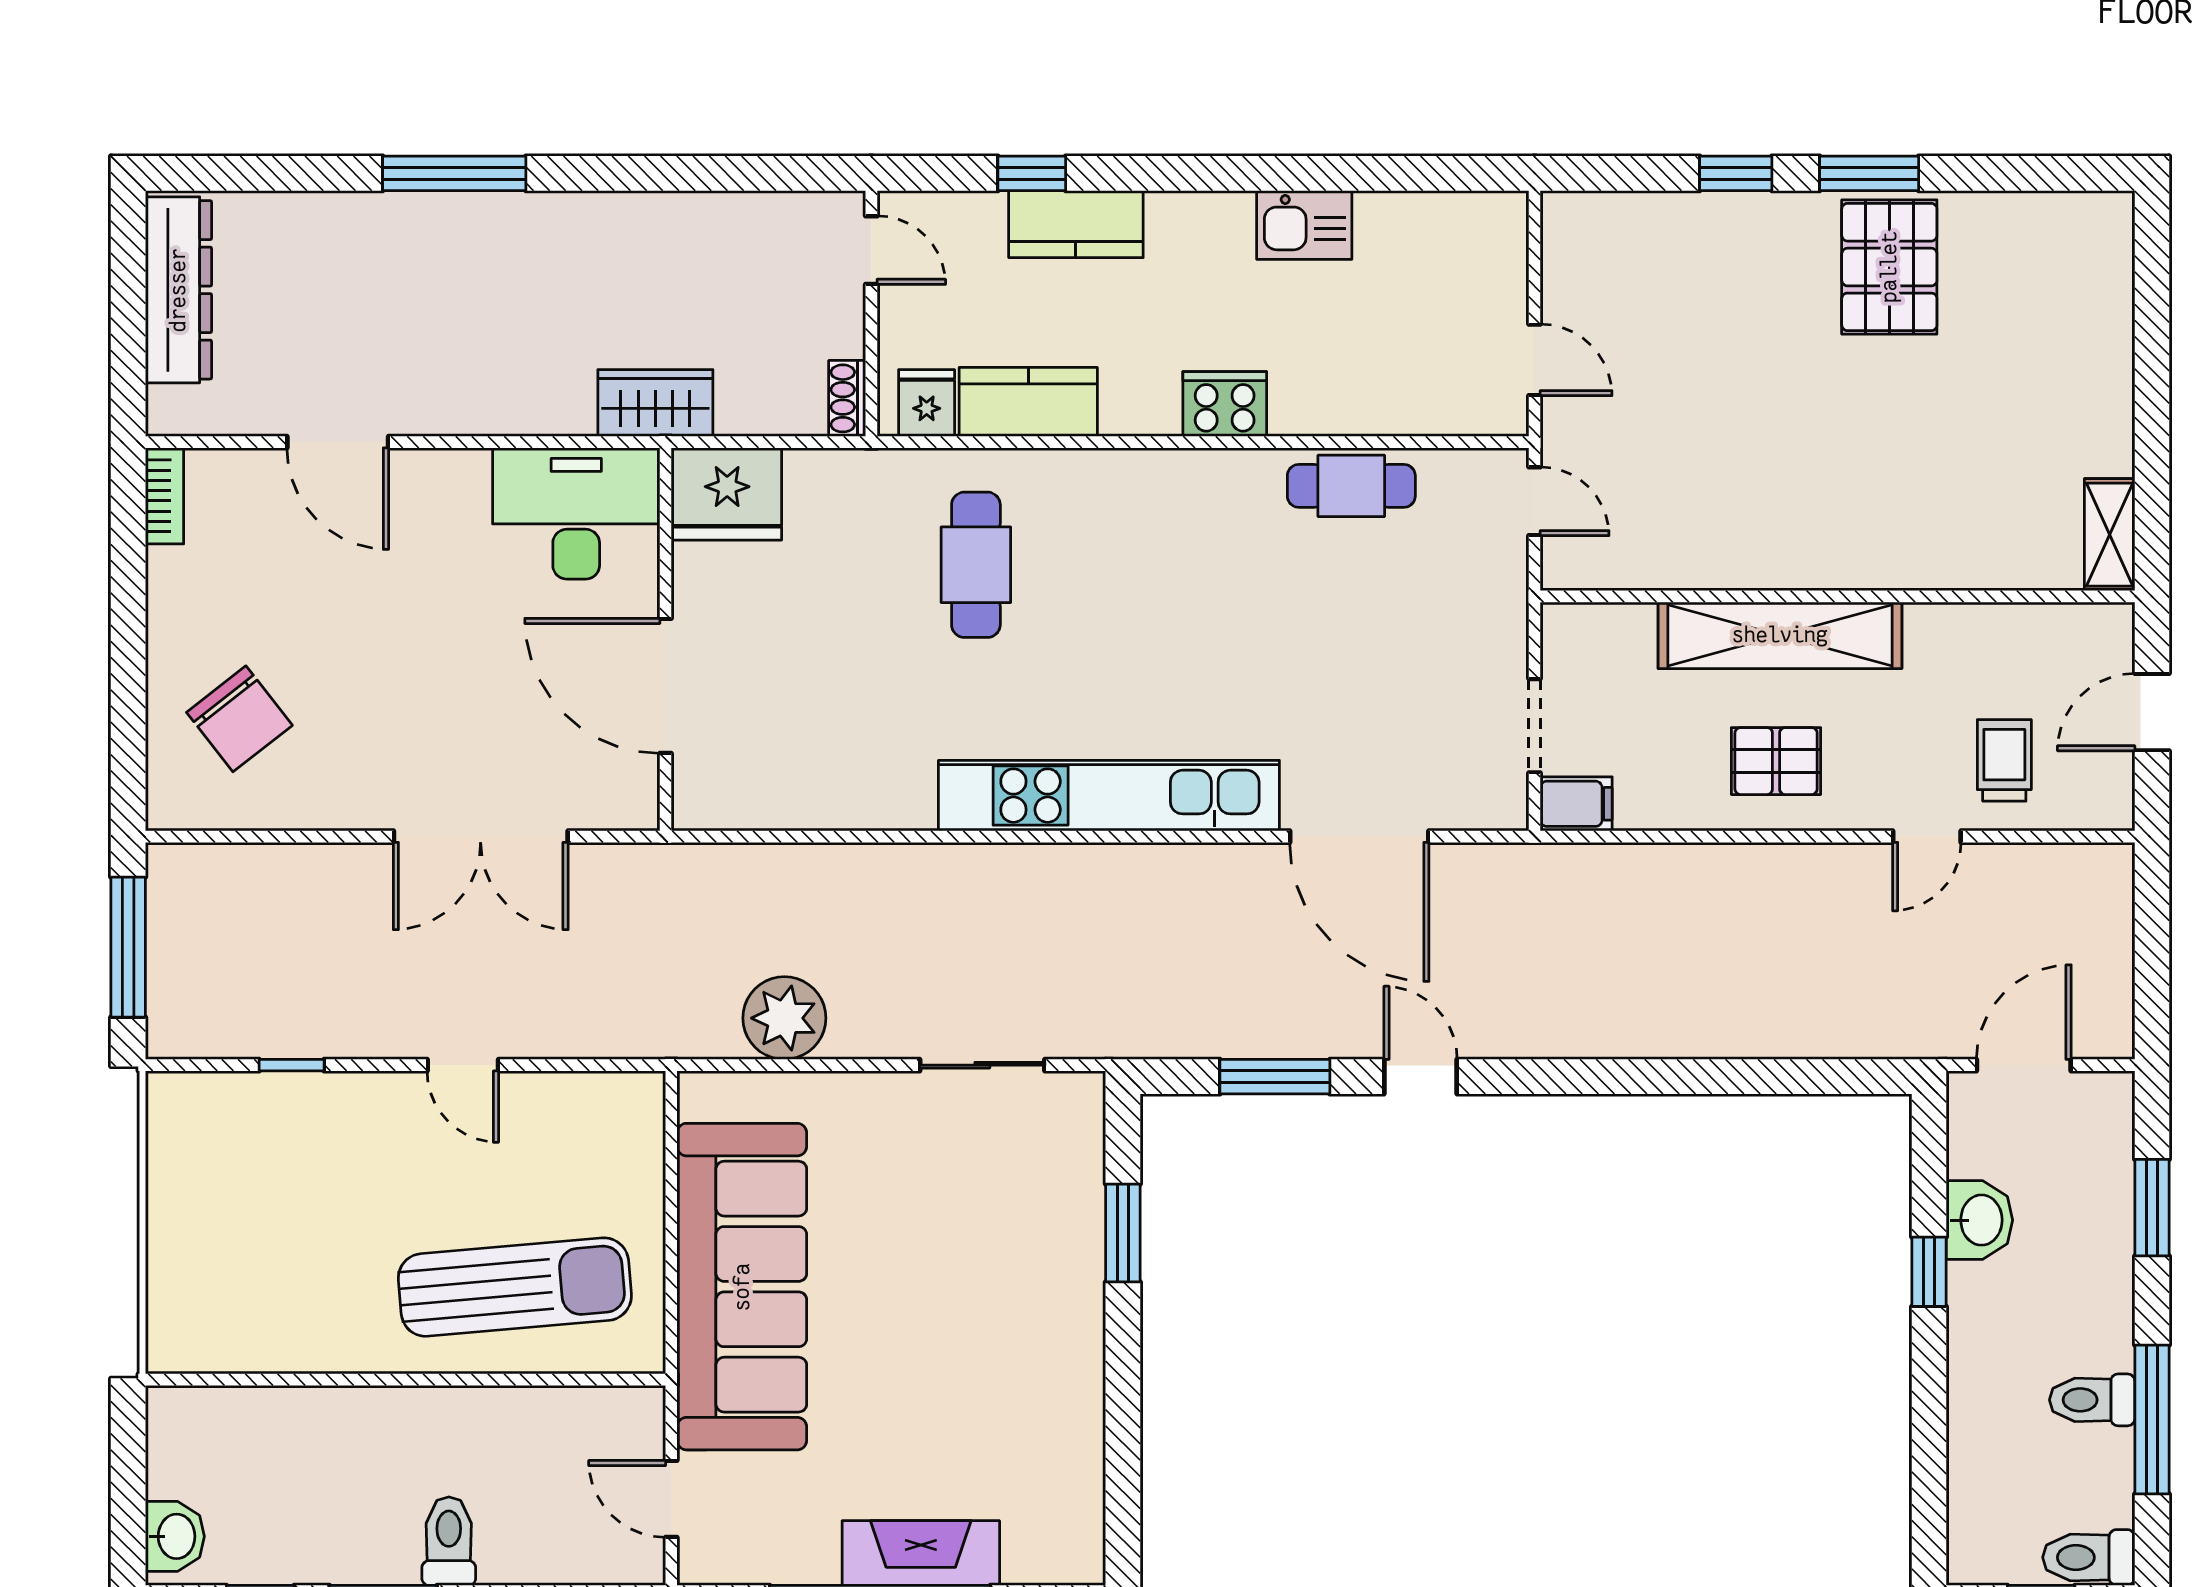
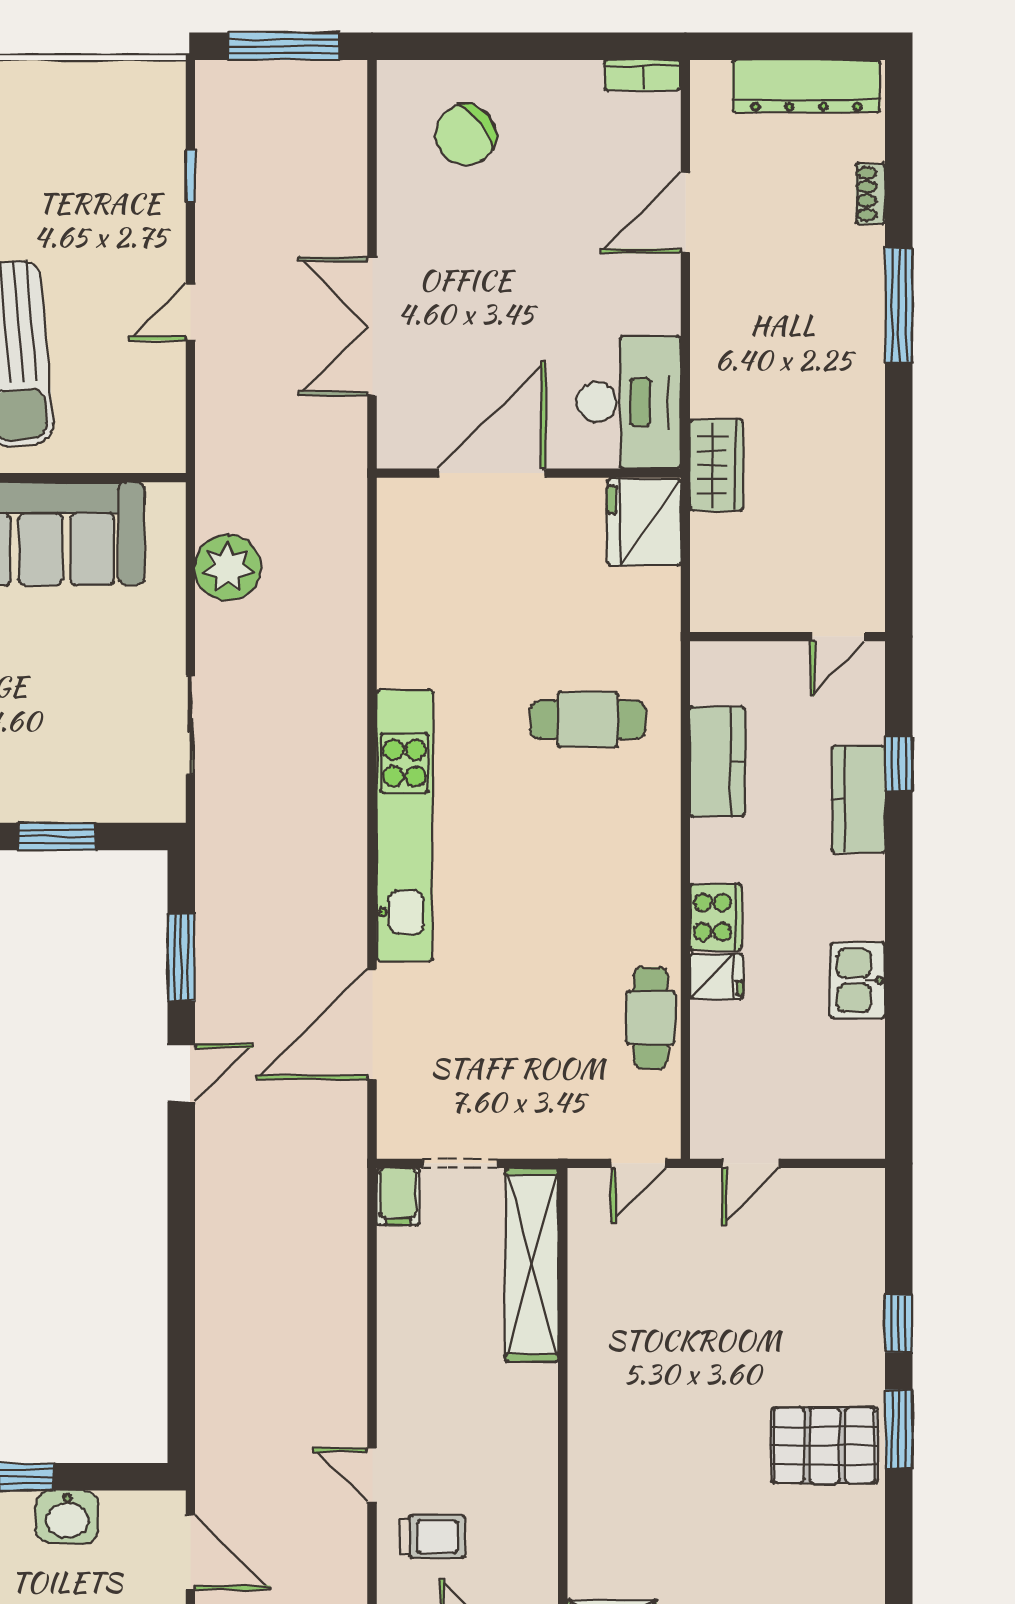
shoe rack: (847, 398) -> (871, 194), moved, turned -90
fridge: (927, 403) -> (716, 976), moved
shelving: (1780, 635) -> (532, 1265), moved
pallet: (1776, 761) -> (432, 1355), removed

